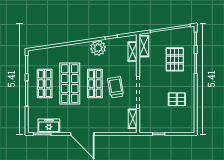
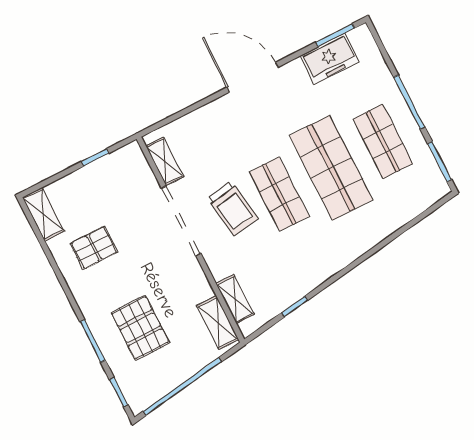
plant: (98, 48) -> (310, 271), removed
shelving: (190, 122) -> (43, 214), added

